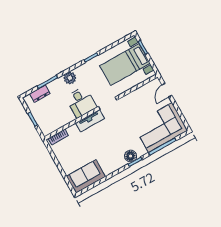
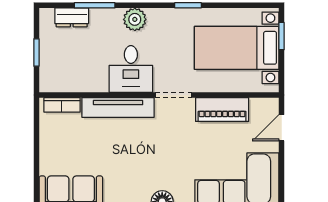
piano: (134, 97) -> (222, 110), added
tv unit: (90, 121) -> (118, 107), width x1.41

